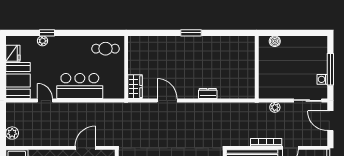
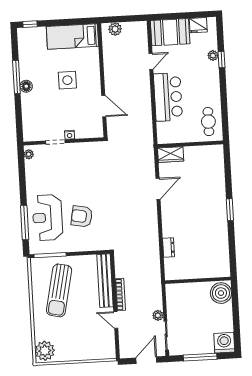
boiler: (275, 41) -> (221, 293), width x1.86, depth x1.86
washing machine: (322, 79) -> (224, 343), moved, width x1.89, depth x1.89
dresser: (208, 94) -> (169, 248), moved
plant: (275, 107) -> (158, 315), moved

